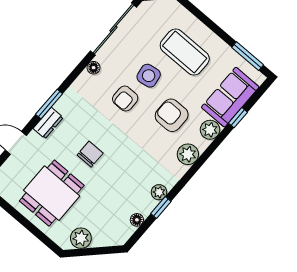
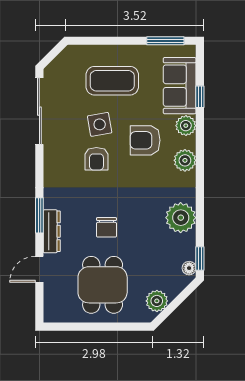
floor lamp: (94, 68) -> (50, 156), removed
dresser: (48, 123) -> (52, 231), width x1.44
chair: (90, 154) -> (106, 227), turned 180
plant: (159, 192) -> (181, 218), width x1.87, depth x1.87
window: (161, 208) -> (200, 258), moved
floor lamp: (137, 220) -> (189, 268), moved

